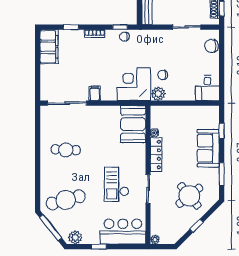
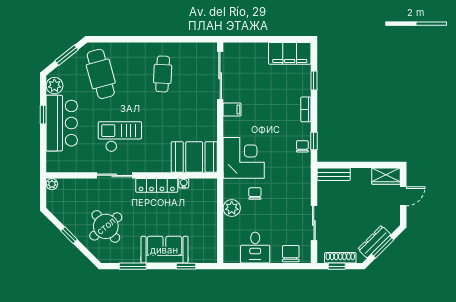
desk: (207, 88) -> (255, 248), moved, turned -90
plant: (158, 94) -> (232, 208), moved
window: (51, 228) -> (67, 55), width x0.69
bar counter: (123, 232) -> (62, 123), moved

